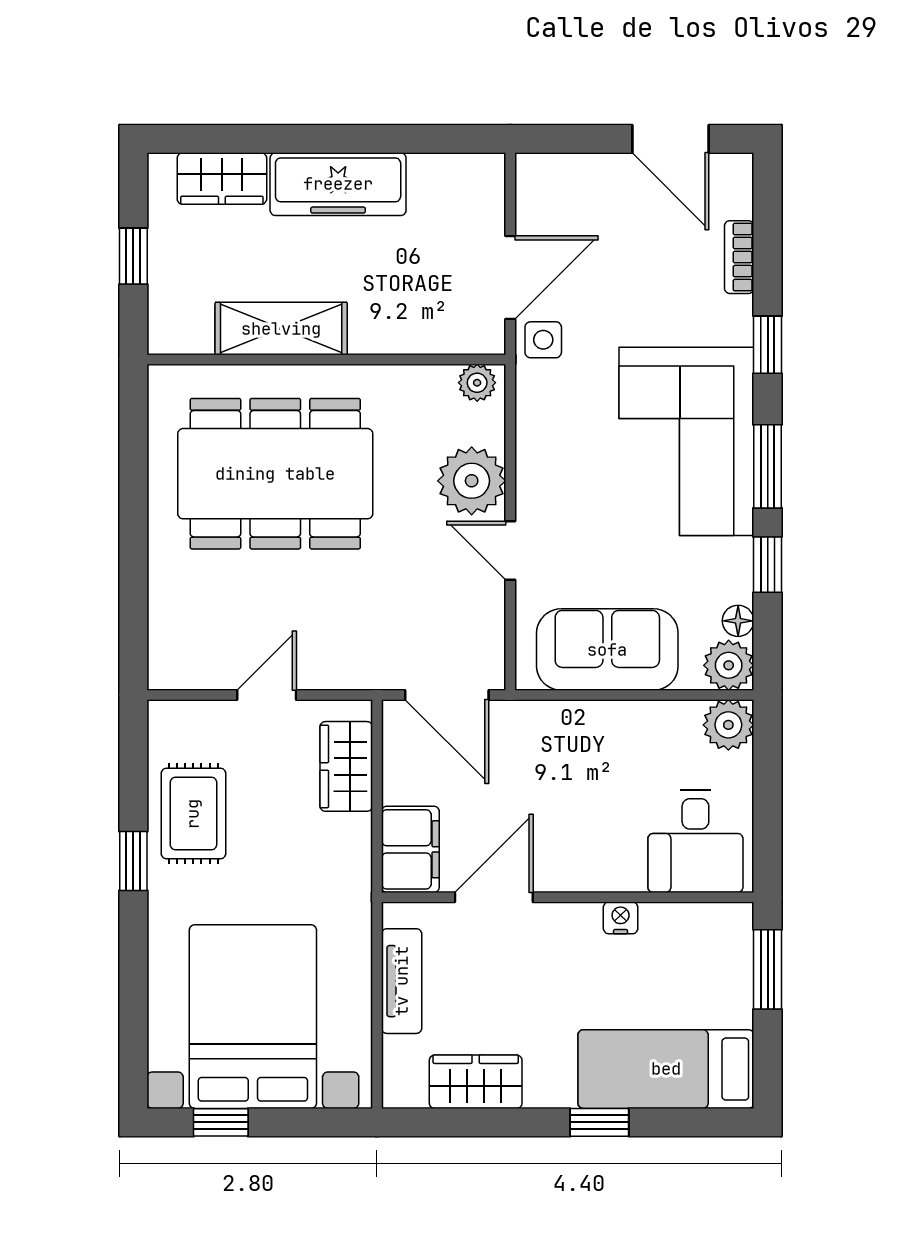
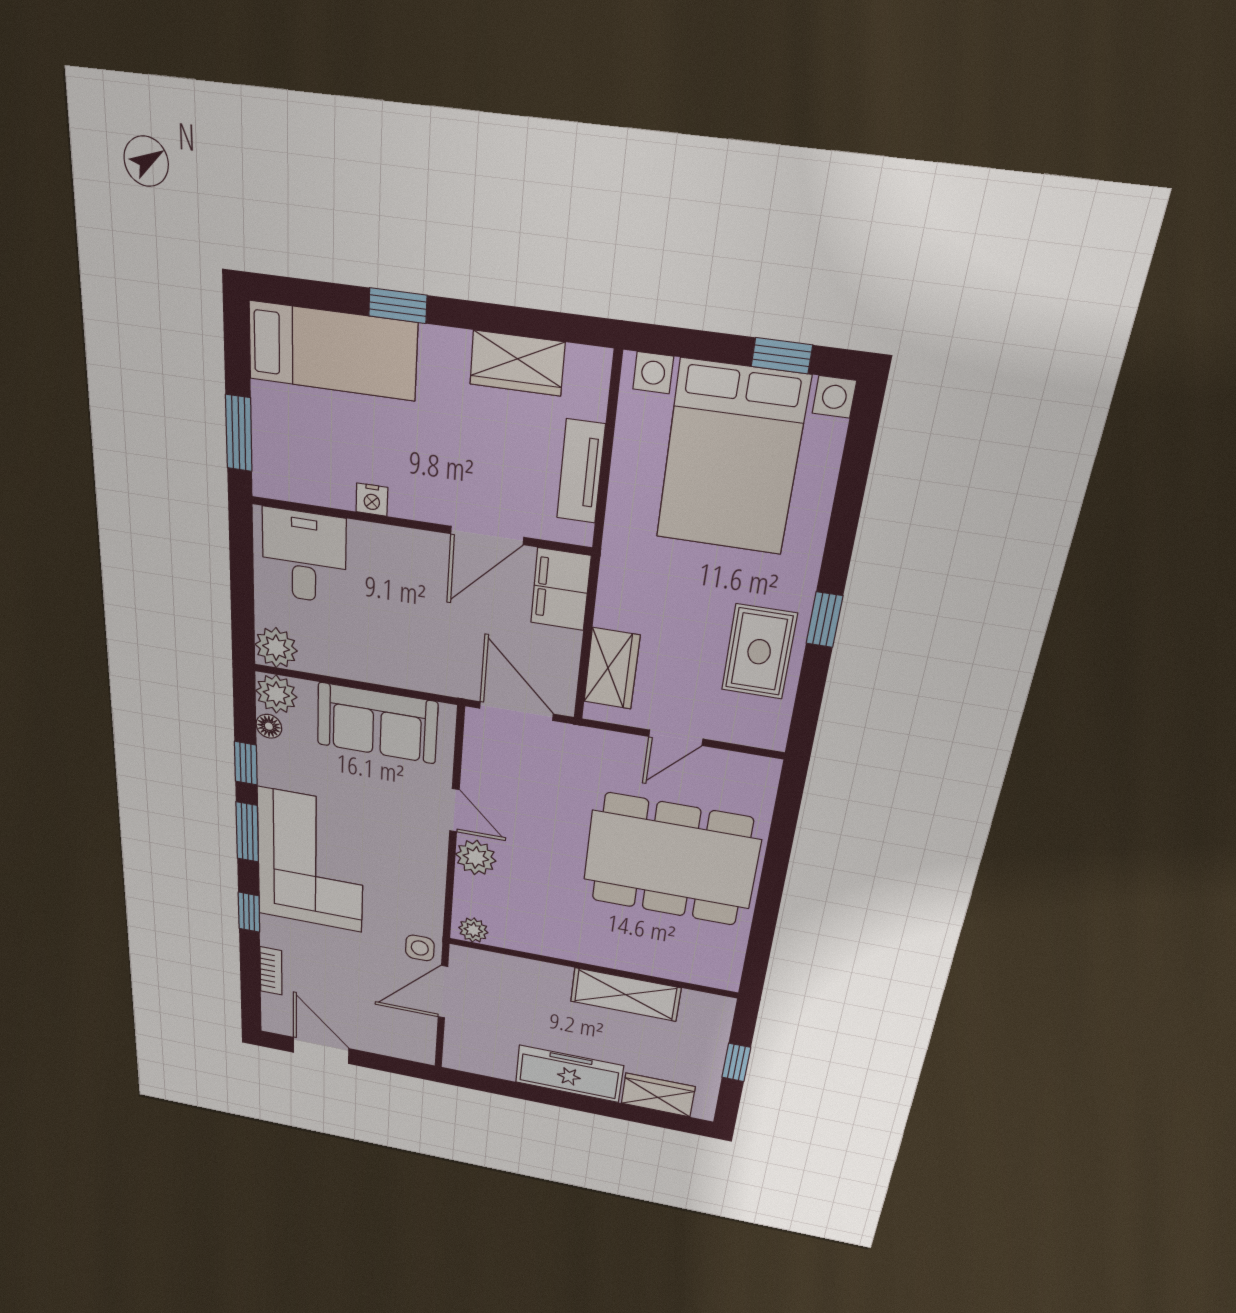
dining table: (275, 474) -> (671, 860), moved
plant: (472, 481) -> (476, 857), width x0.73, depth x0.73

